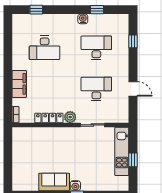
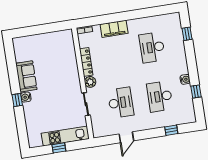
desk: (96, 48) -> (160, 96), turned 180

